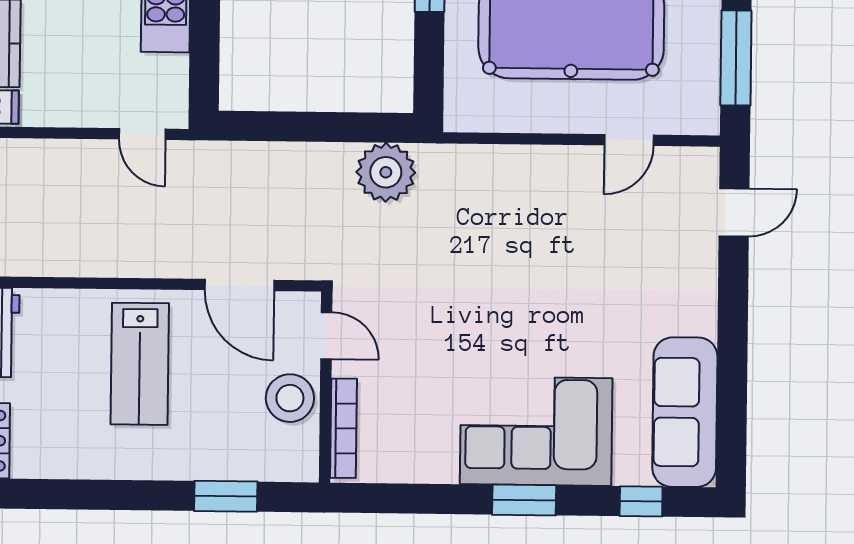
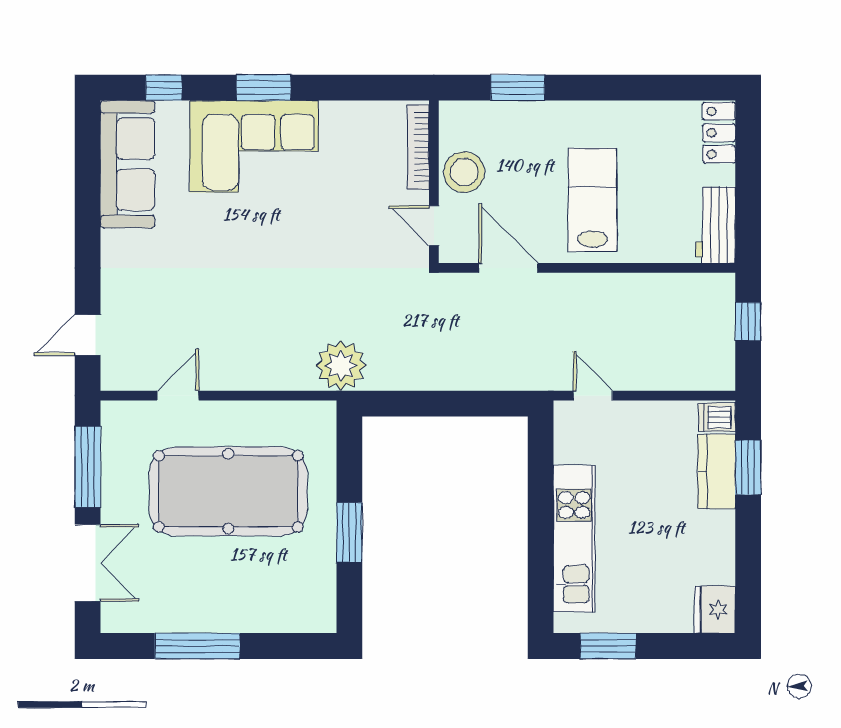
plant: (386, 172) -> (341, 366), moved

